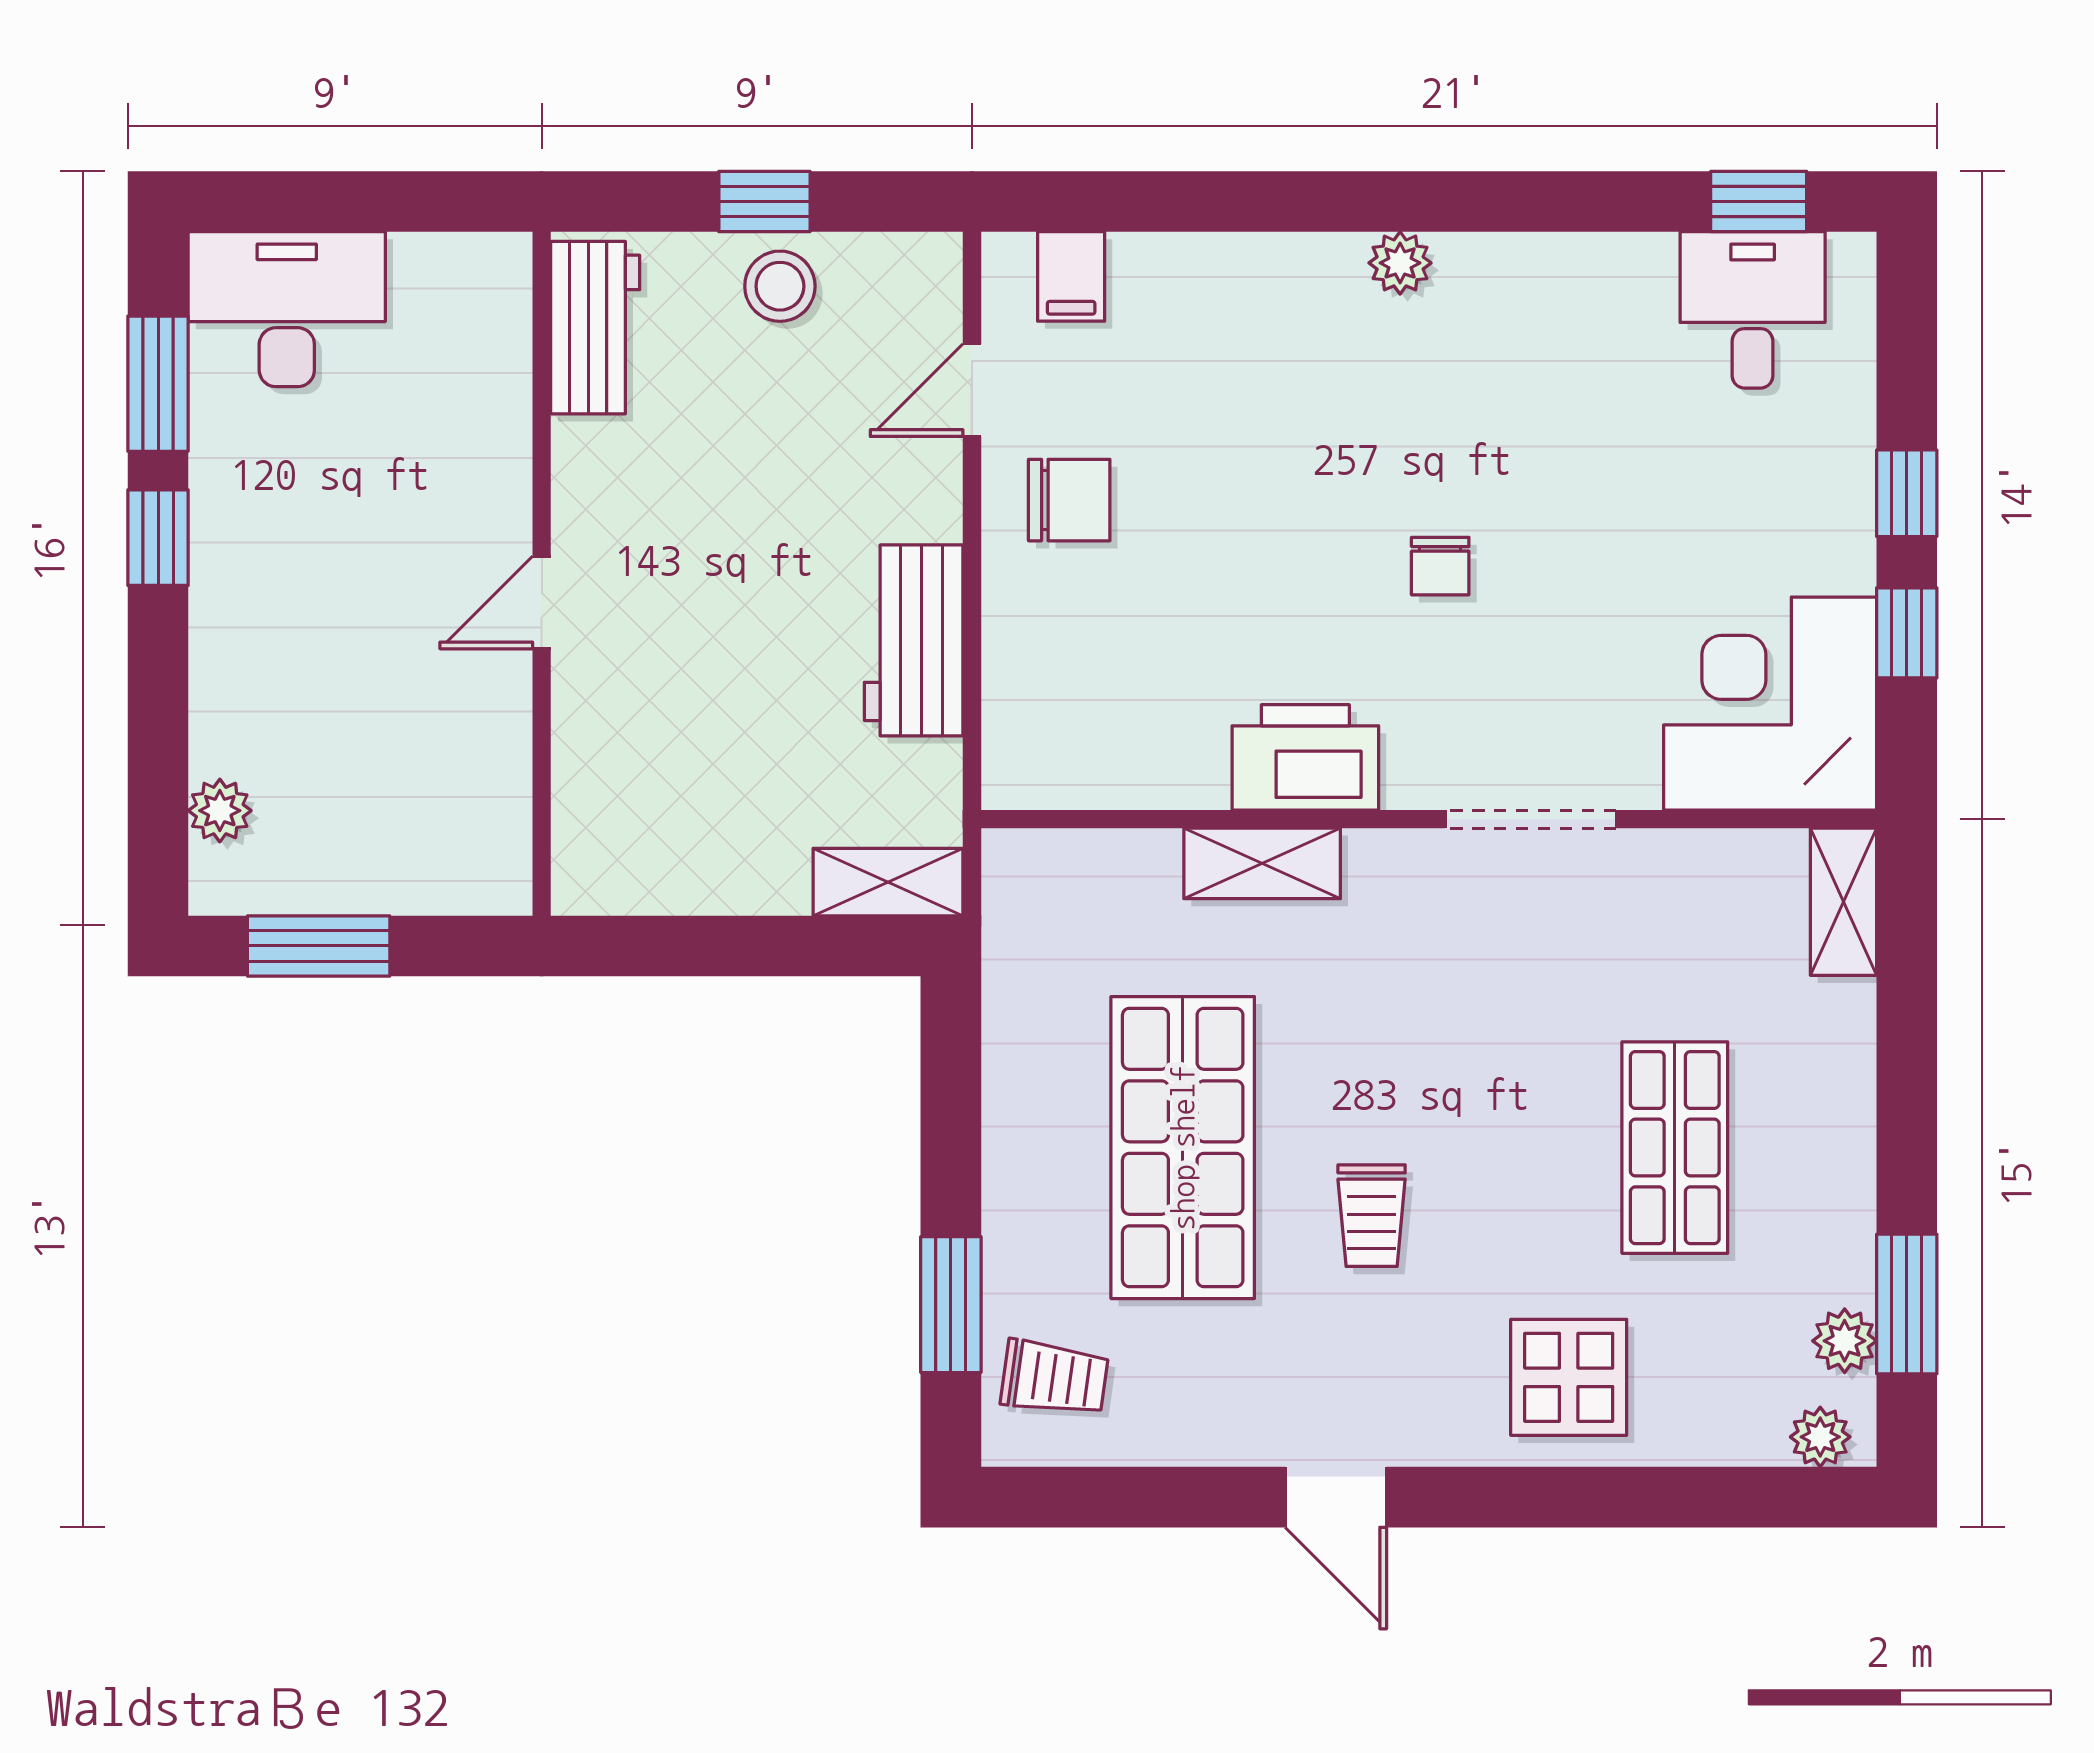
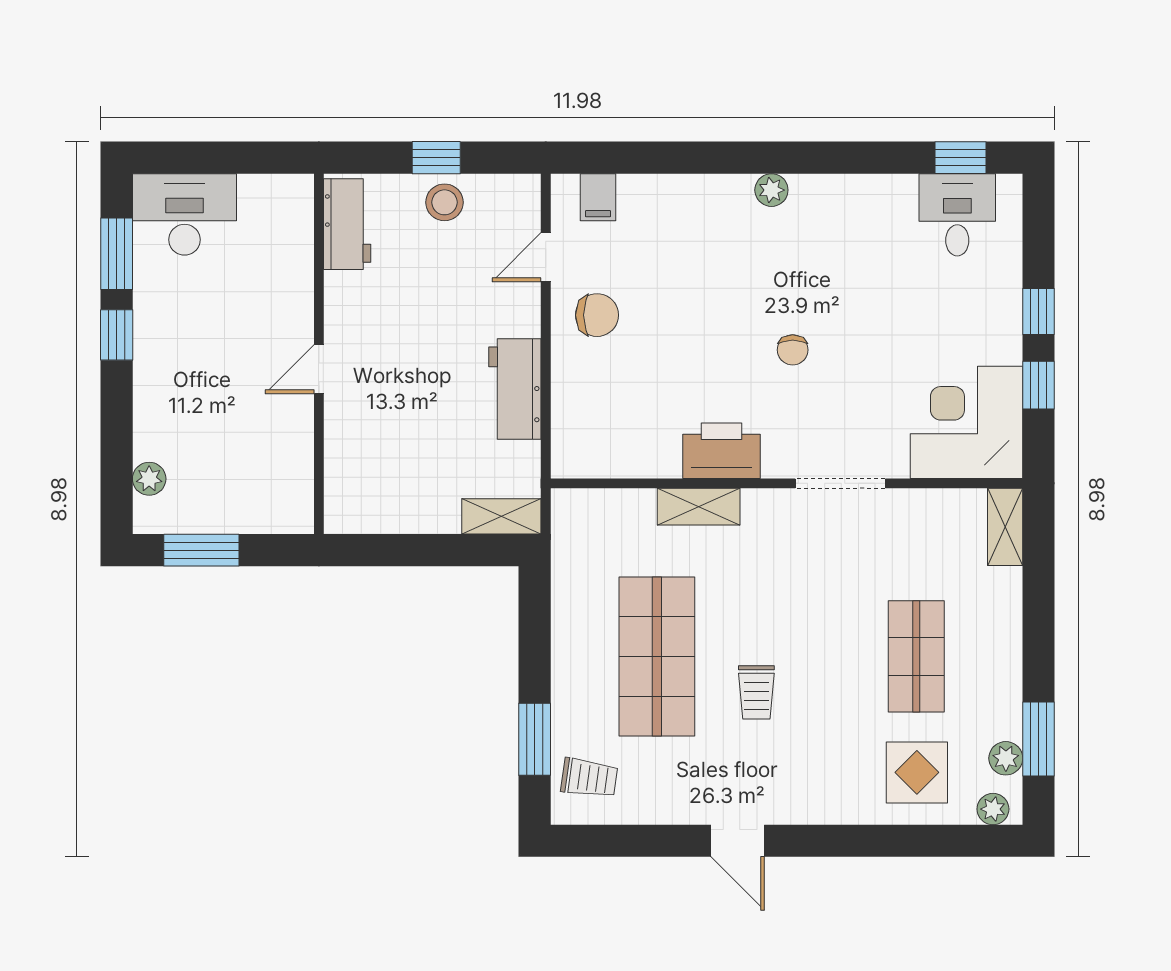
display table: (1569, 1377) -> (917, 772), moved

